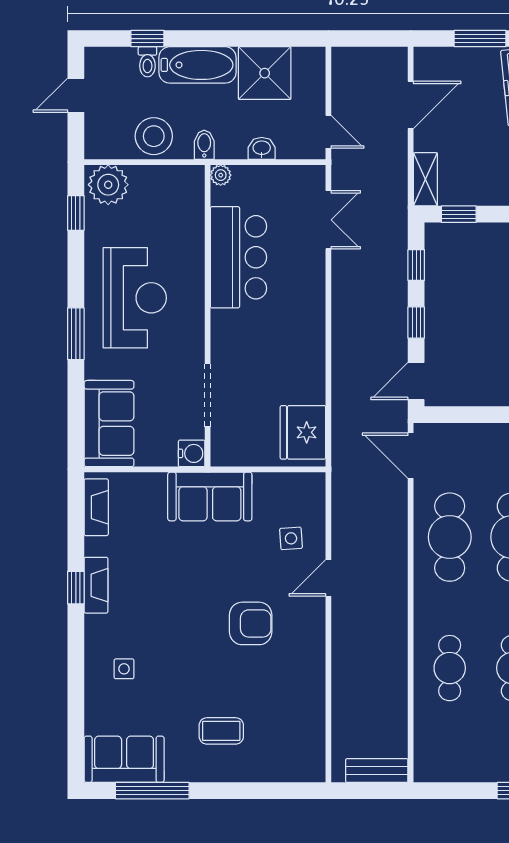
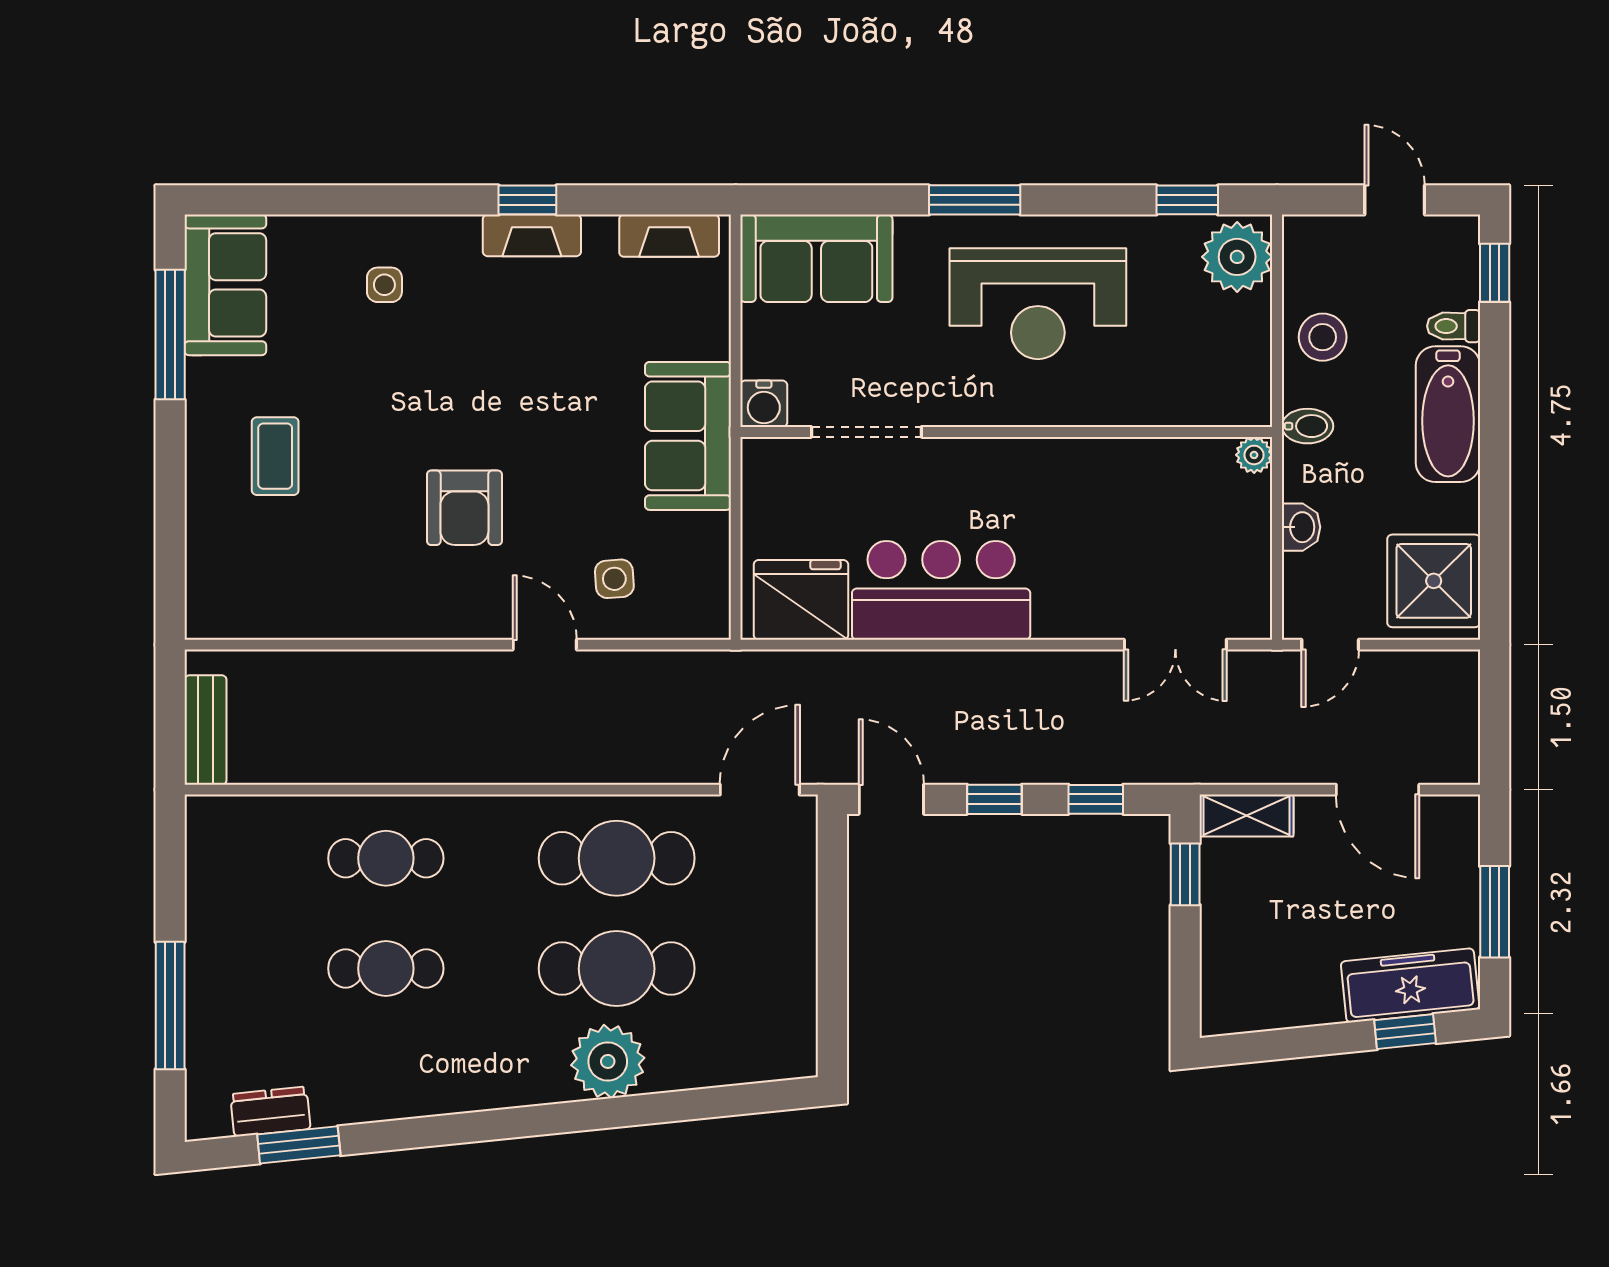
window: (147, 39) -> (1495, 273), moved
shower: (265, 73) -> (1434, 581), moved
stool: (154, 136) -> (1323, 337), width x0.73, depth x0.73
bar counter: (238, 257) -> (941, 590), moved, turned 180

